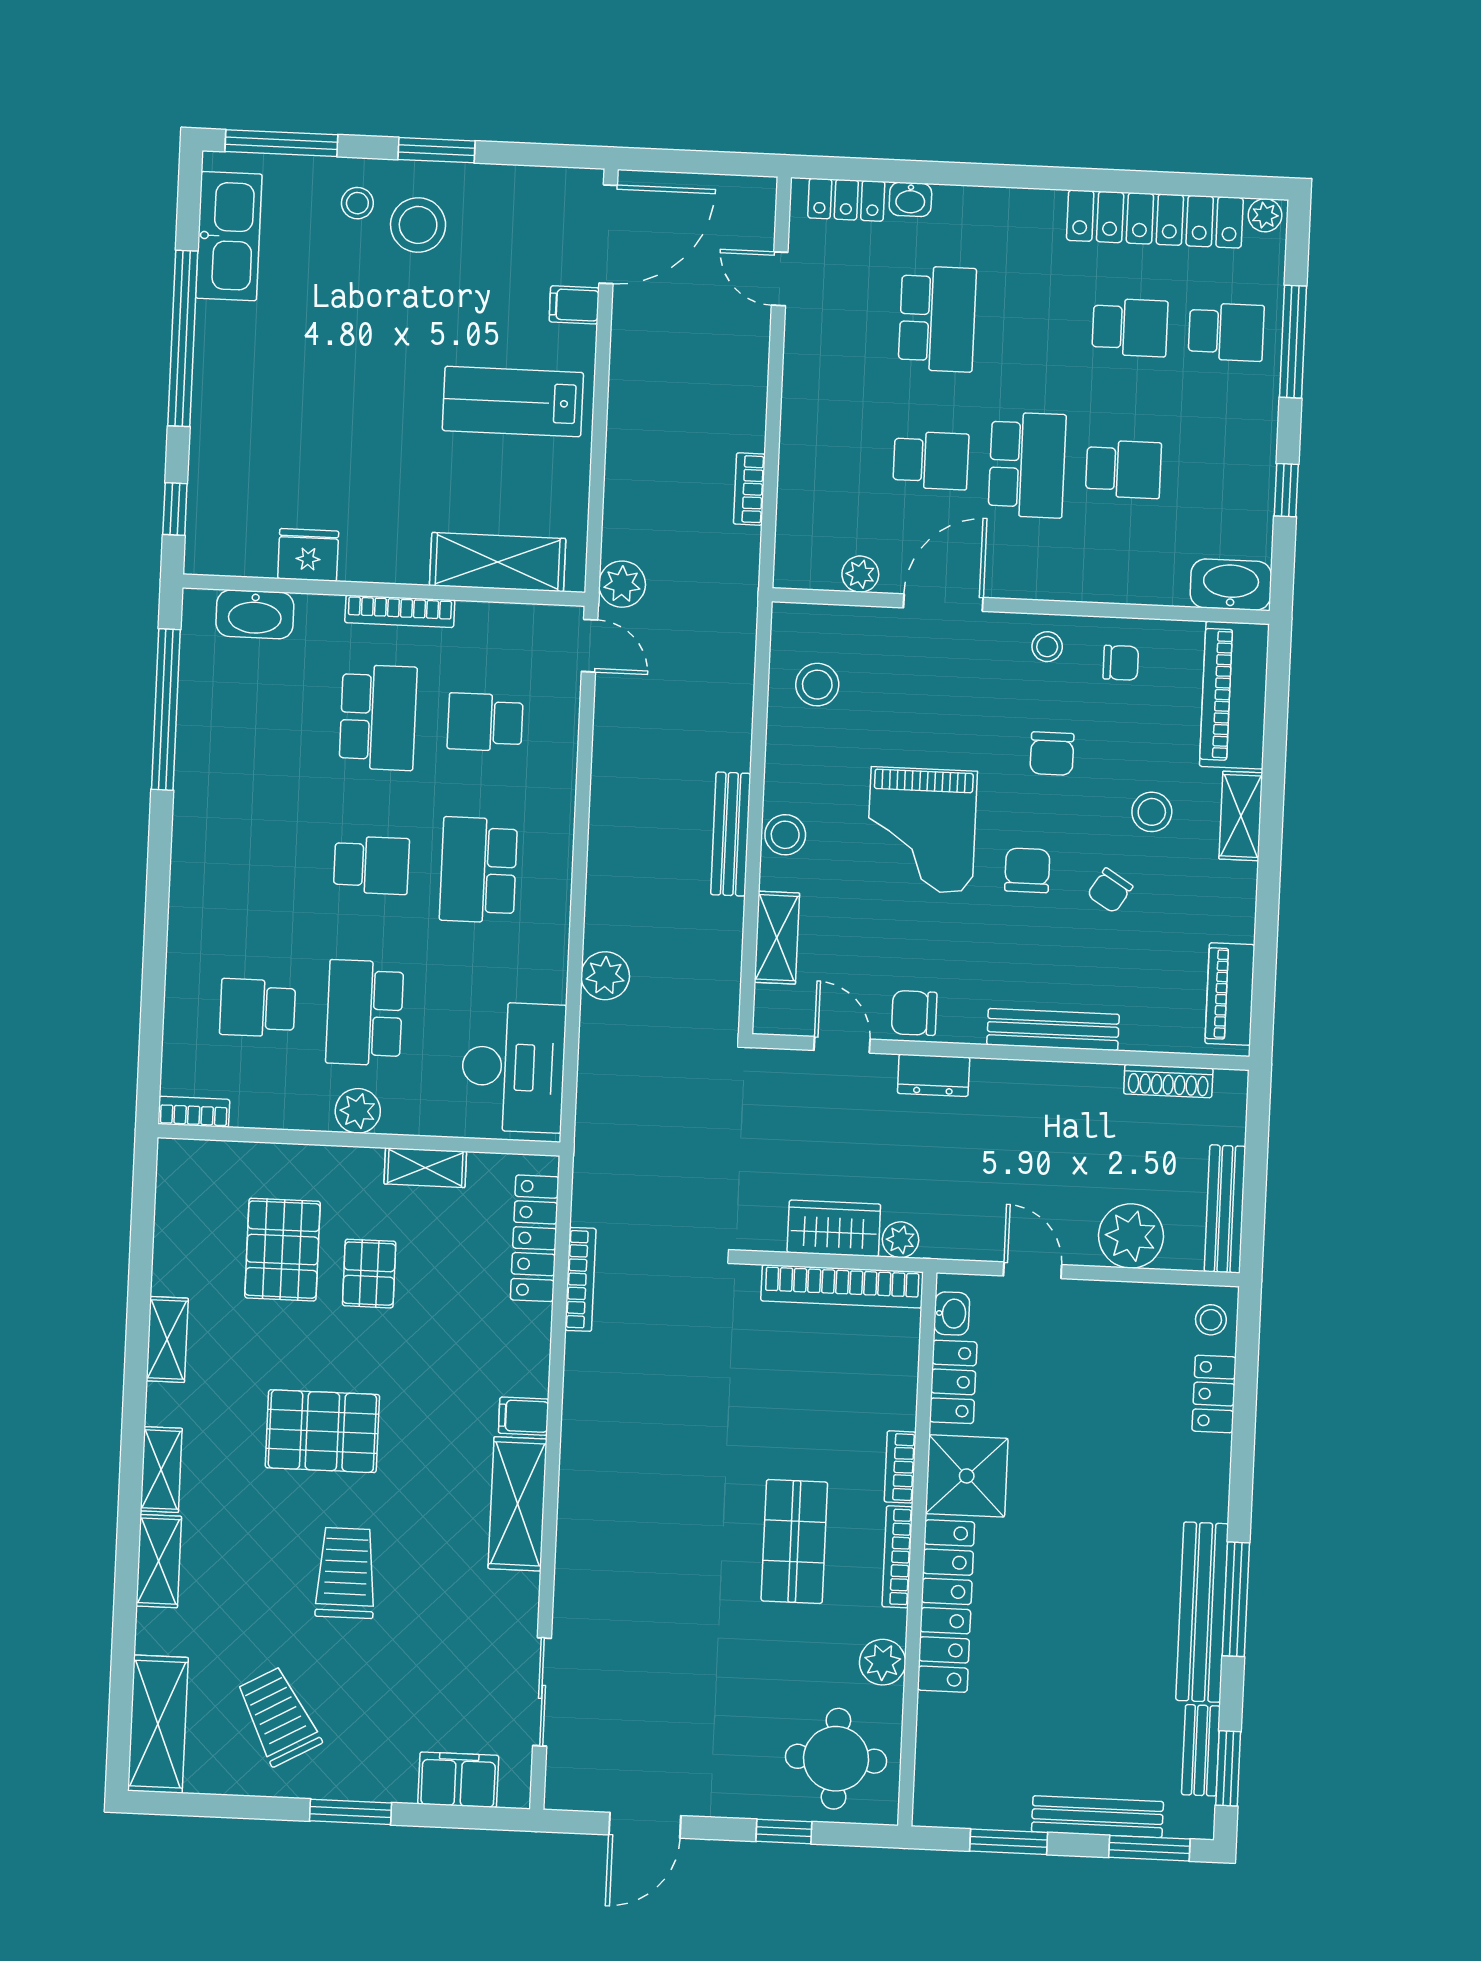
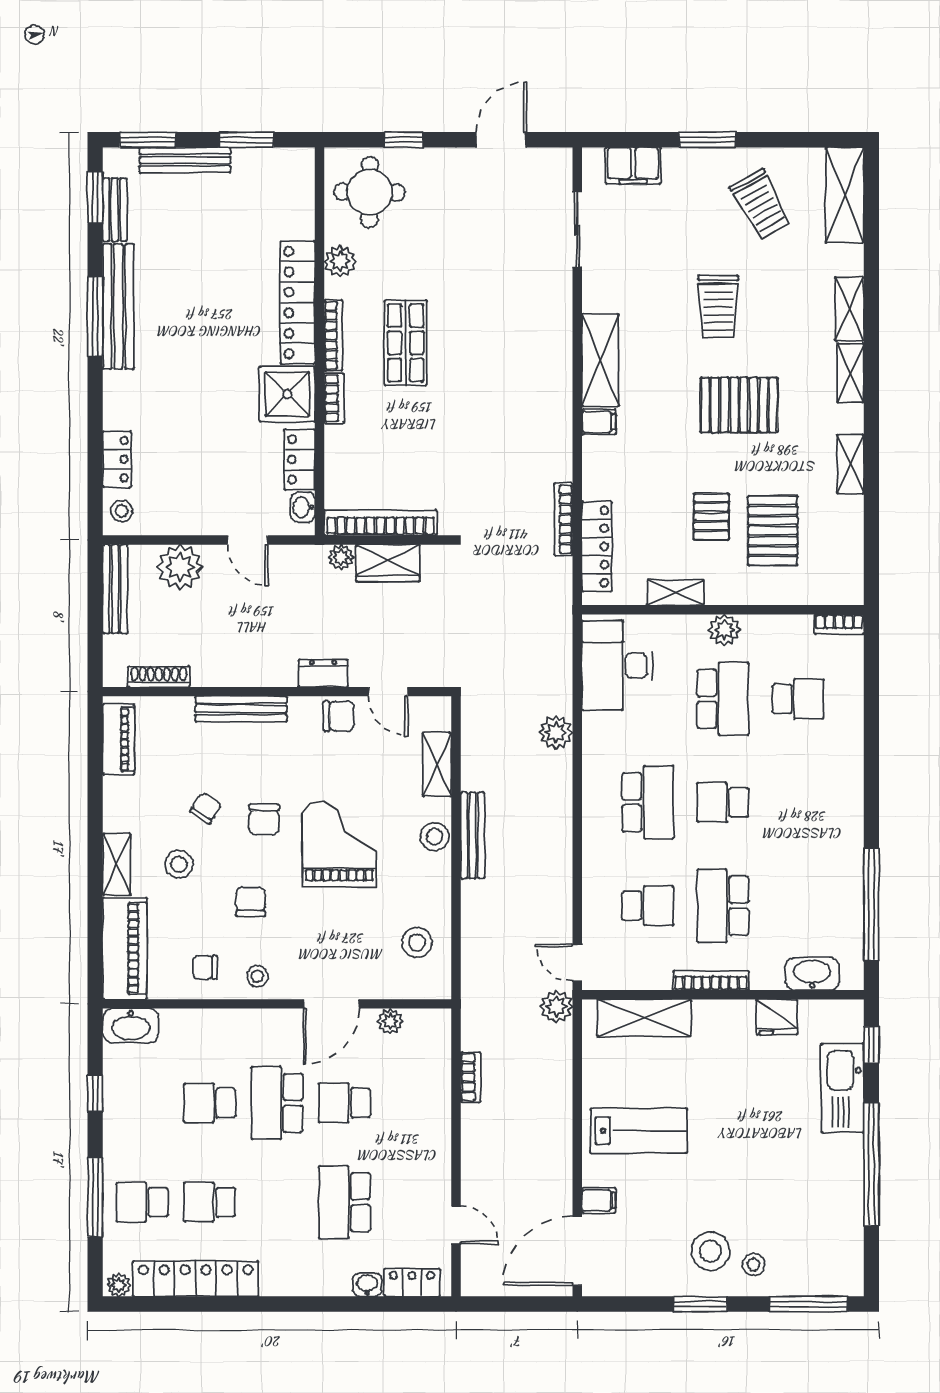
kitchen sink: (229, 236) -> (842, 1088), moved

